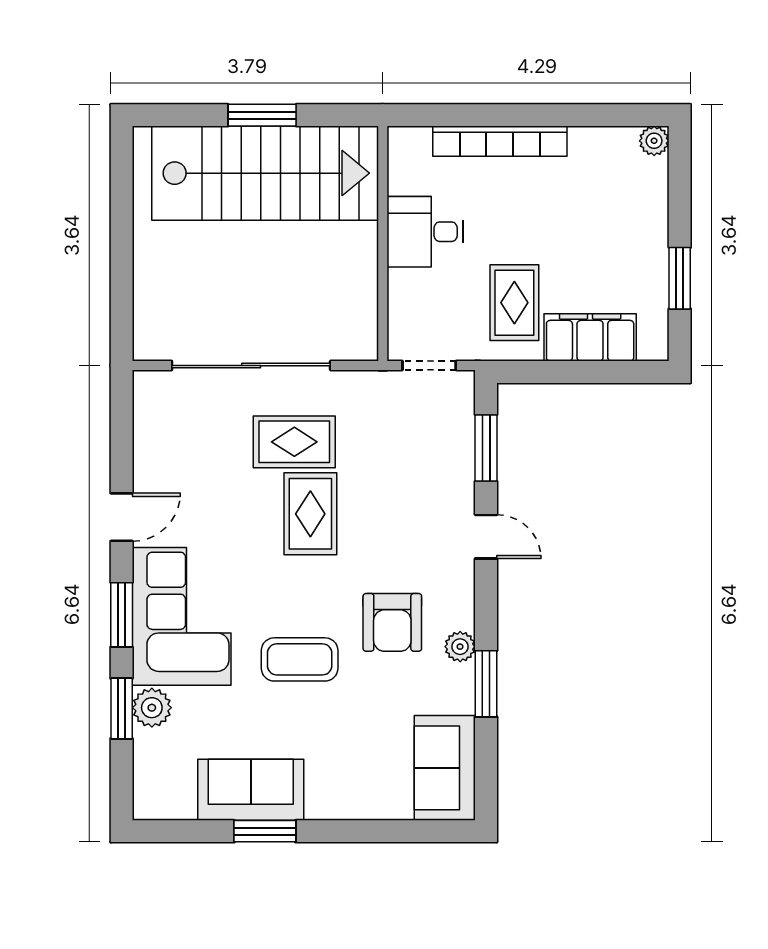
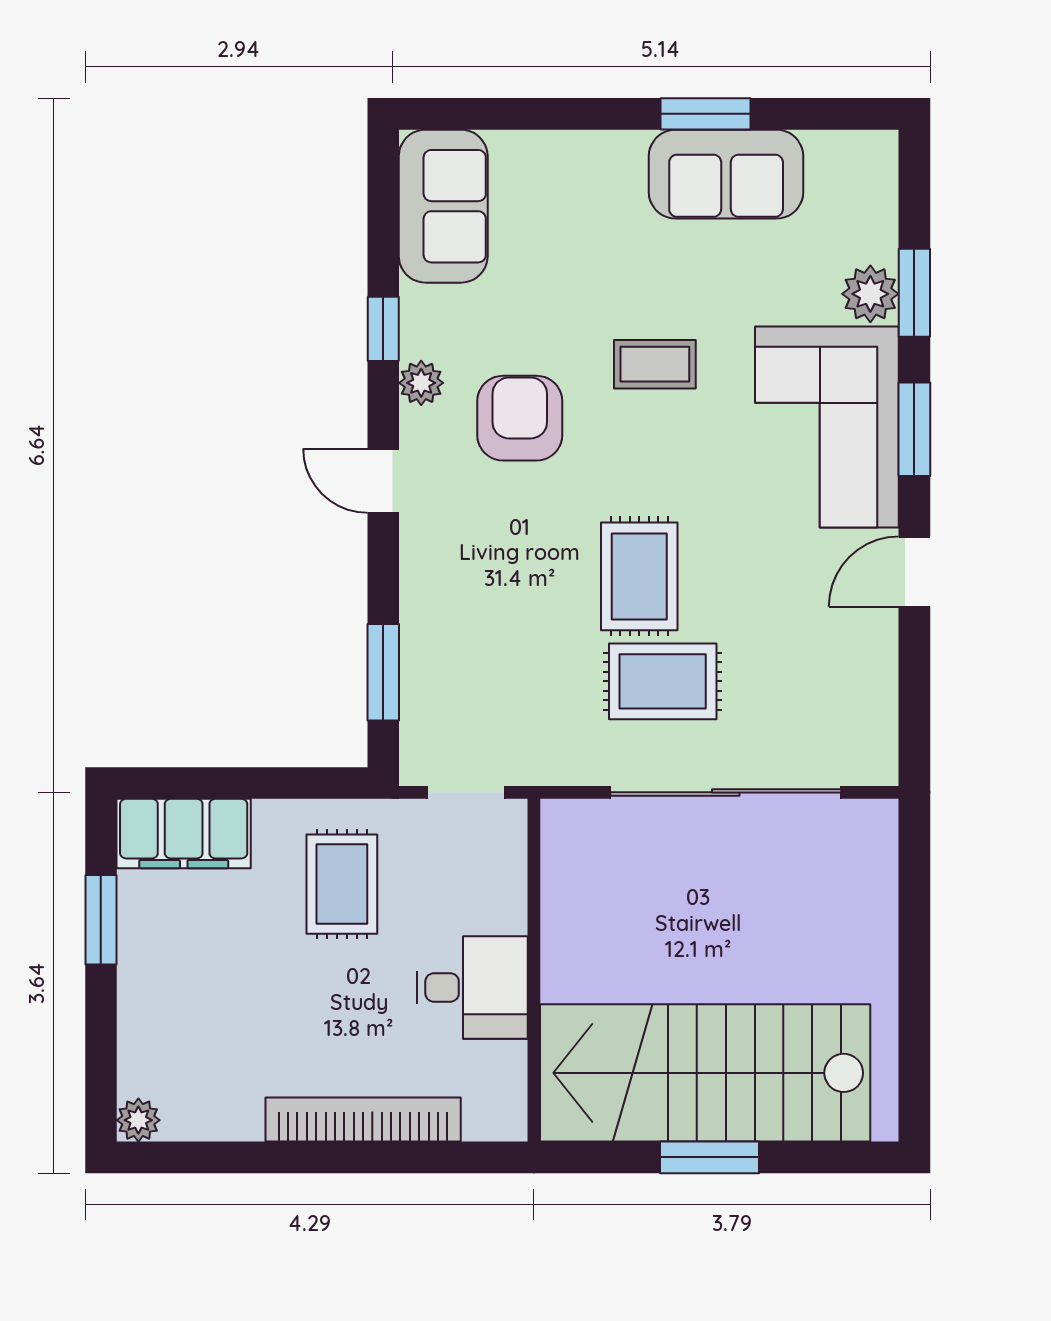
filing cabinet: (590, 337) -> (184, 833), moved
door: (486, 537) -> (383, 481), moved
coffee table: (300, 659) -> (655, 364), width x0.73, depth x0.77
window: (486, 684) -> (383, 329), width x0.67

